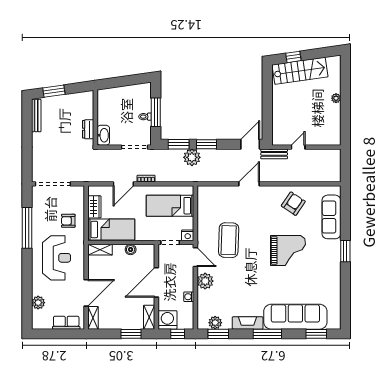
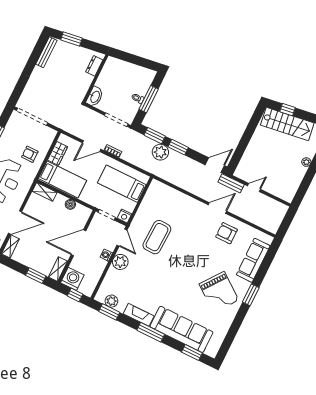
dresser: (88, 129) -> (94, 66), moved
door: (249, 184) -> (217, 208), moved
armchair: (293, 204) -> (227, 233), turned -124
grand piano: (288, 250) -> (219, 292), moved, turned 37
washing machine: (189, 297) -> (106, 255), moved

